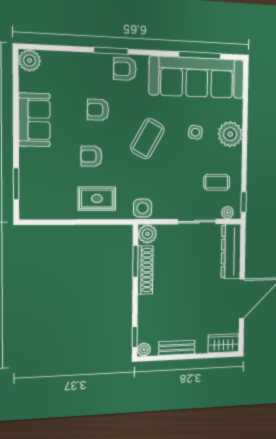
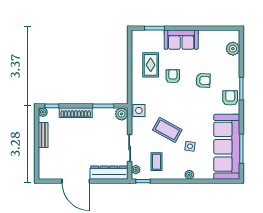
plant: (30, 60) -> (233, 49), moved
armchair: (98, 110) -> (203, 80), turned 93
sofa: (34, 120) -> (181, 40), moved
plant: (230, 134) -> (189, 175), width x0.53, depth x0.53
coffee table: (147, 139) -> (167, 130), moved
rug: (97, 199) -> (151, 65), moved
shoe rack: (145, 270) -> (76, 113), moved
wardrobe: (224, 343) -> (45, 168), removed

